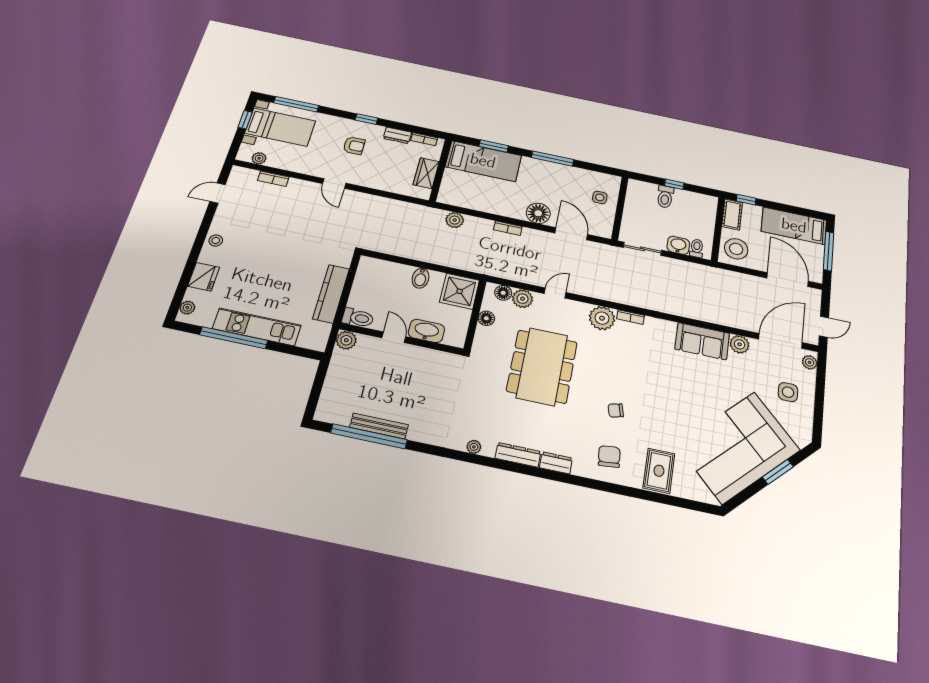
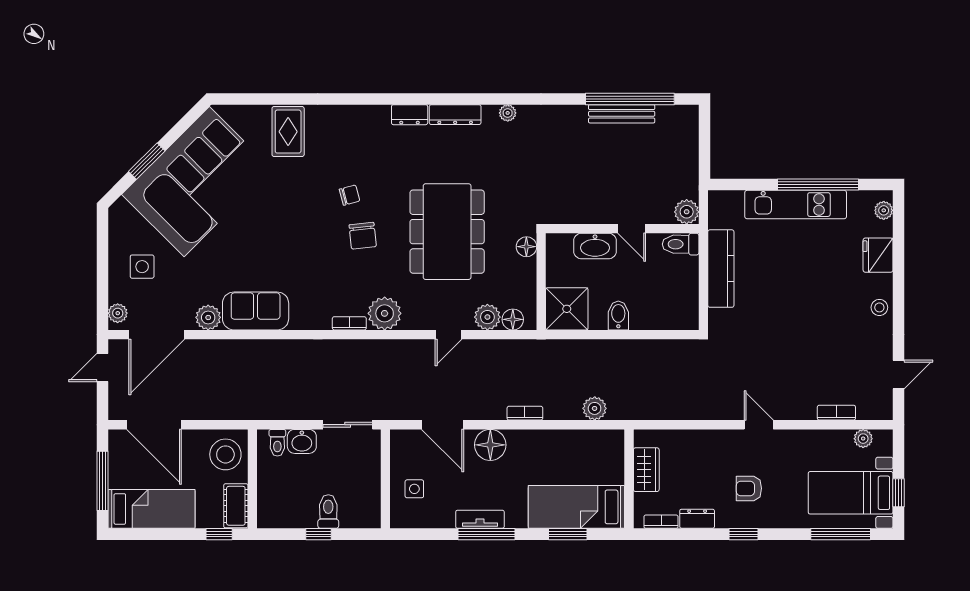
tv unit: (555, 169) -> (480, 519), added
floor lamp: (486, 318) -> (526, 247), moved
chair: (609, 456) -> (363, 236), moved

